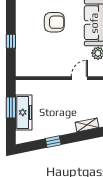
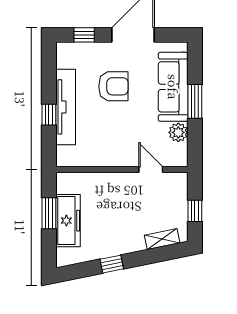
tv unit: (22, 36) -> (66, 107), added
door: (79, 78) -> (151, 169), hinge flipped

